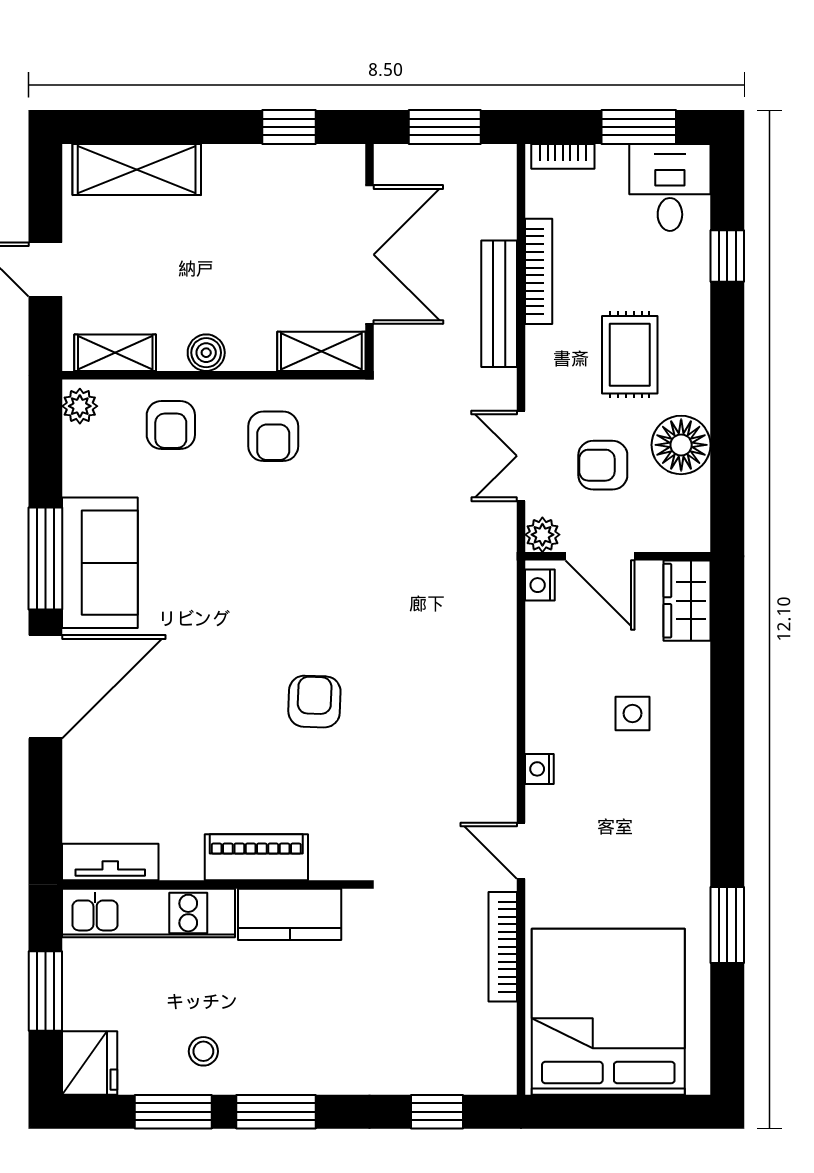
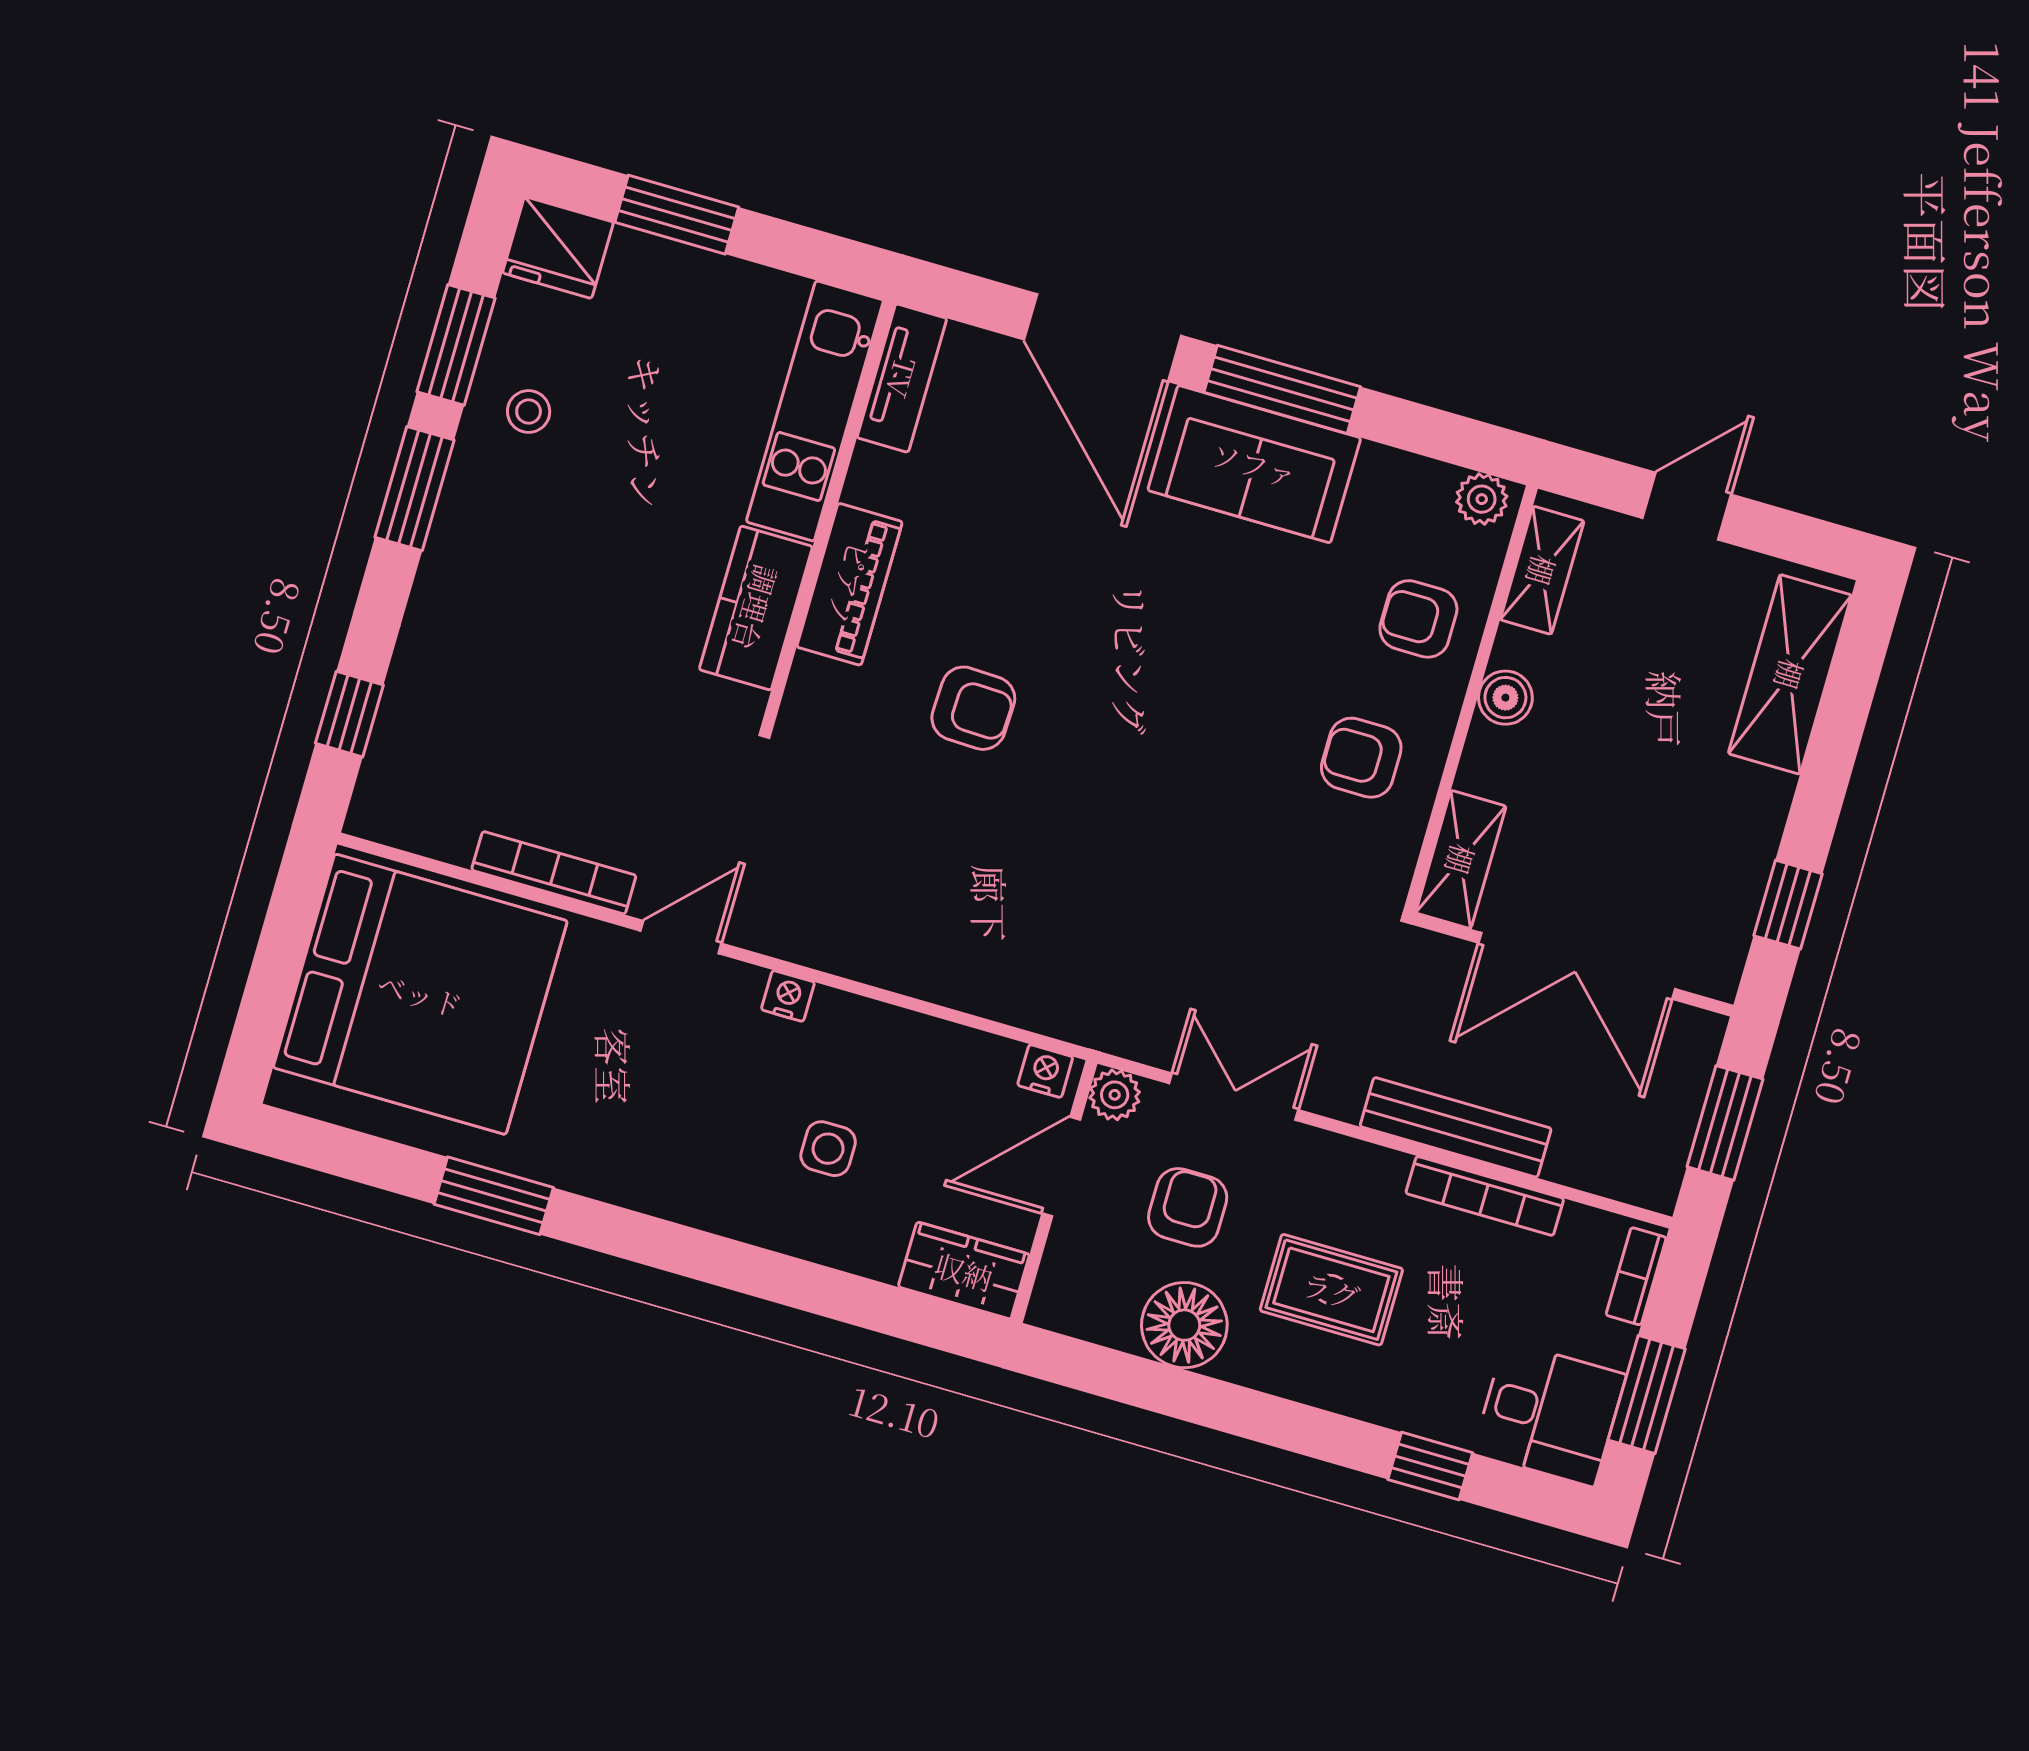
piano: (256, 857) -> (849, 584), moved
tv unit: (110, 862) -> (902, 378), moved
wall: (214, 885) -> (829, 514), moved
kitchen unit: (149, 913) -> (815, 411), moved
kitchen counter: (290, 914) -> (756, 608), moved

